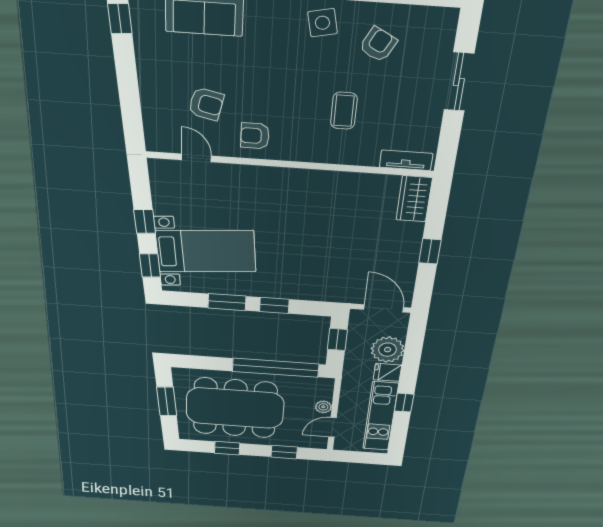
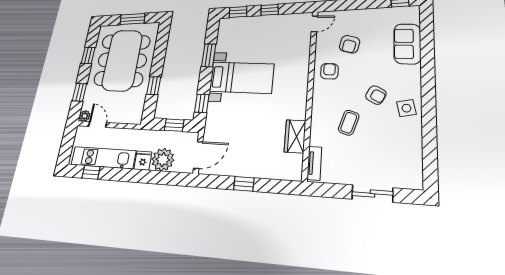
armchair: (378, 44) -> (376, 95), moved
coffee table: (344, 111) -> (349, 123), turned -72
door: (196, 158) -> (314, 24), moved
wardrobe: (414, 199) -> (295, 136), moved, turned -90
bed with nightstands: (206, 251) -> (242, 78), moved, turned -85
window: (274, 305) -> (202, 103), moved
window: (276, 368) -> (154, 86), width x0.32
window: (404, 403) -> (91, 172), moved
plant: (323, 407) -> (85, 116), moved

